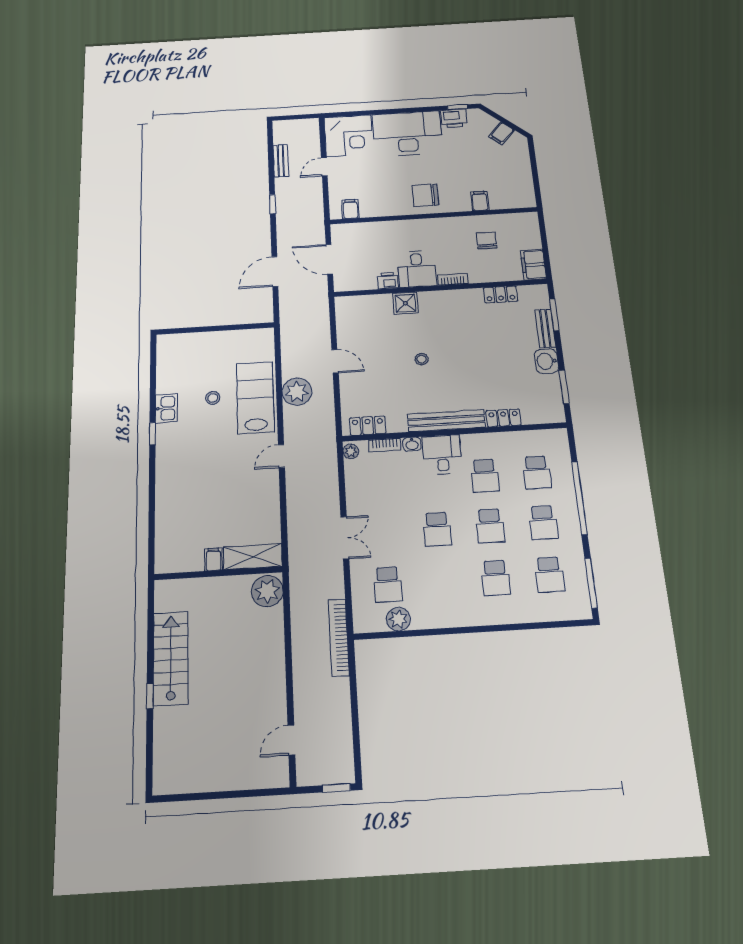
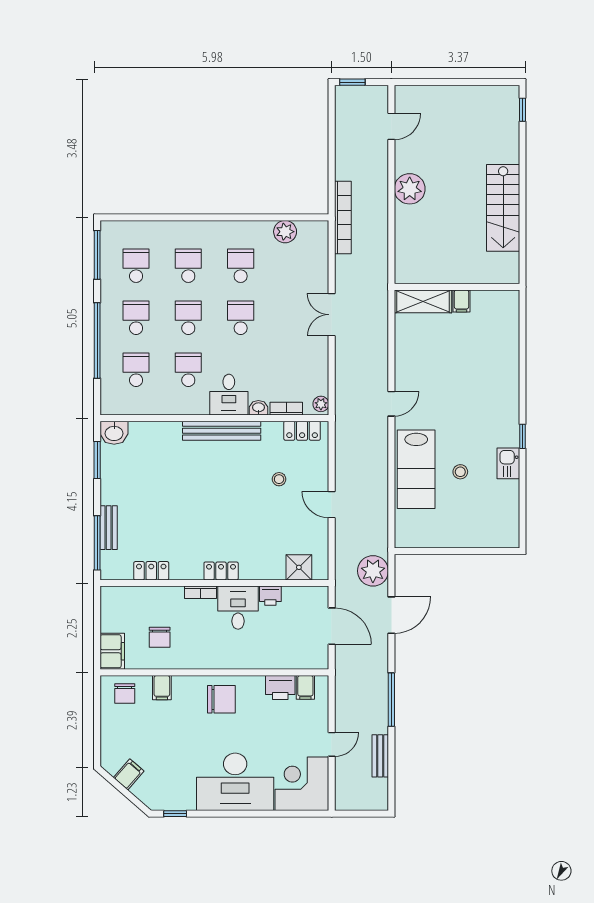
printer: (454, 118) -> (280, 687), moved, turned 180
chair: (513, 194) -> (125, 693), added
window: (273, 204) -> (391, 700), width x2.17
filing cabinet: (533, 265) -> (112, 651), moved
shower: (405, 303) -> (299, 567), moved
window: (554, 315) -> (97, 543), width x1.44
stool: (422, 359) -> (279, 479), moved
washbasin: (546, 361) -> (114, 433), moved, turned 90
plant: (297, 392) -> (373, 571), moved
locker: (503, 418) -> (221, 571), moved, turned 180
school desk: (388, 584) -> (241, 266), moved
plant: (267, 591) -> (410, 189), moved
window: (150, 696) -> (522, 110), moved

